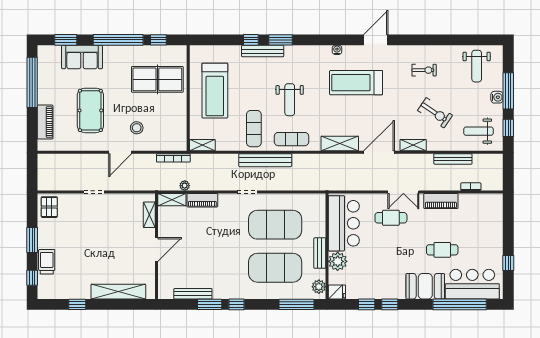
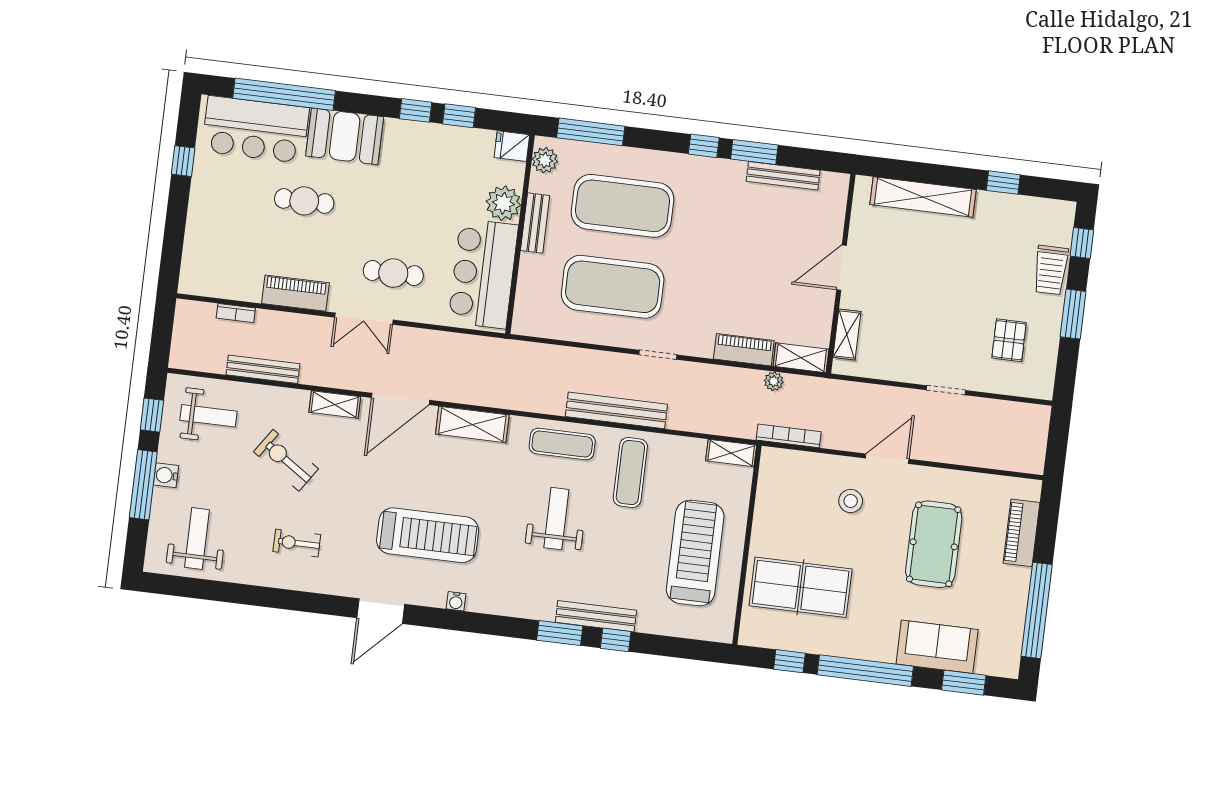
double door: (403, 192) -> (364, 319), swing flipped
pallet: (49, 207) -> (1009, 340), moved

